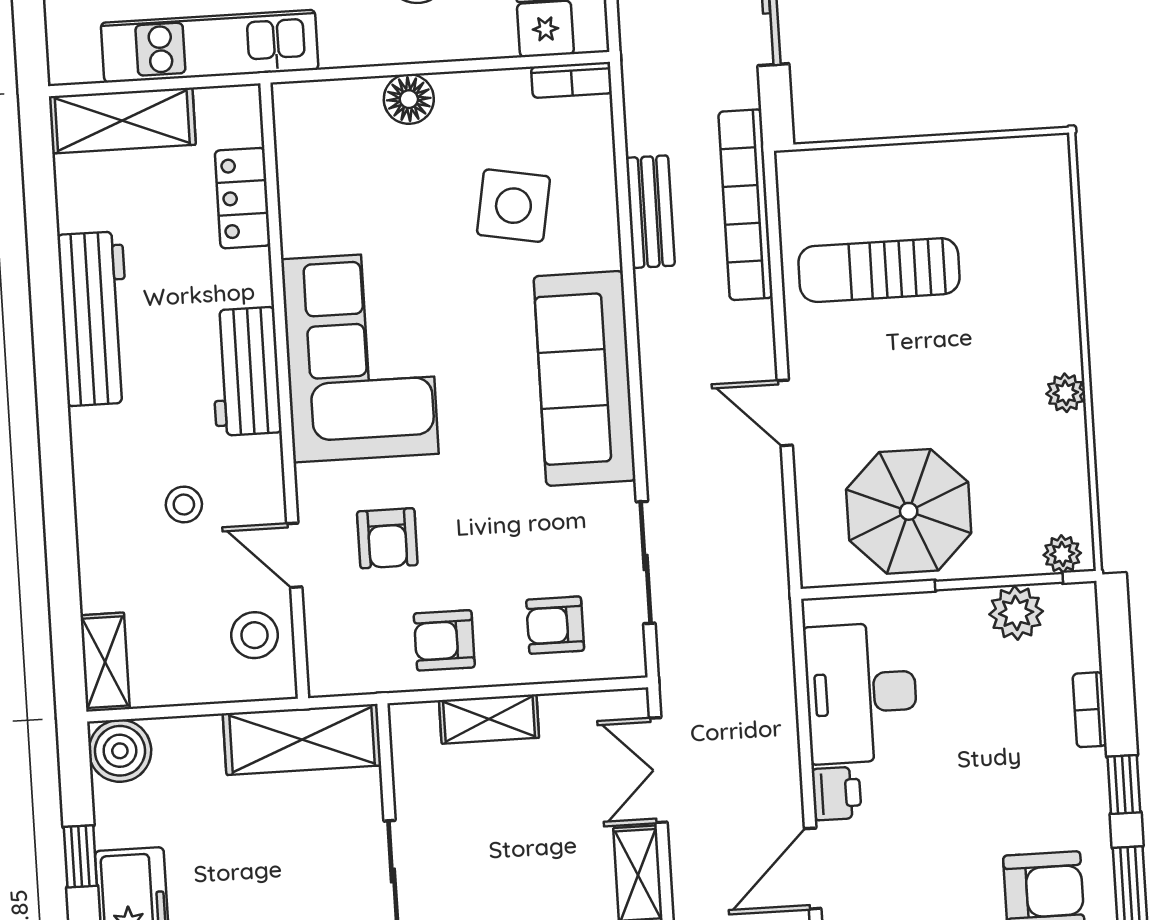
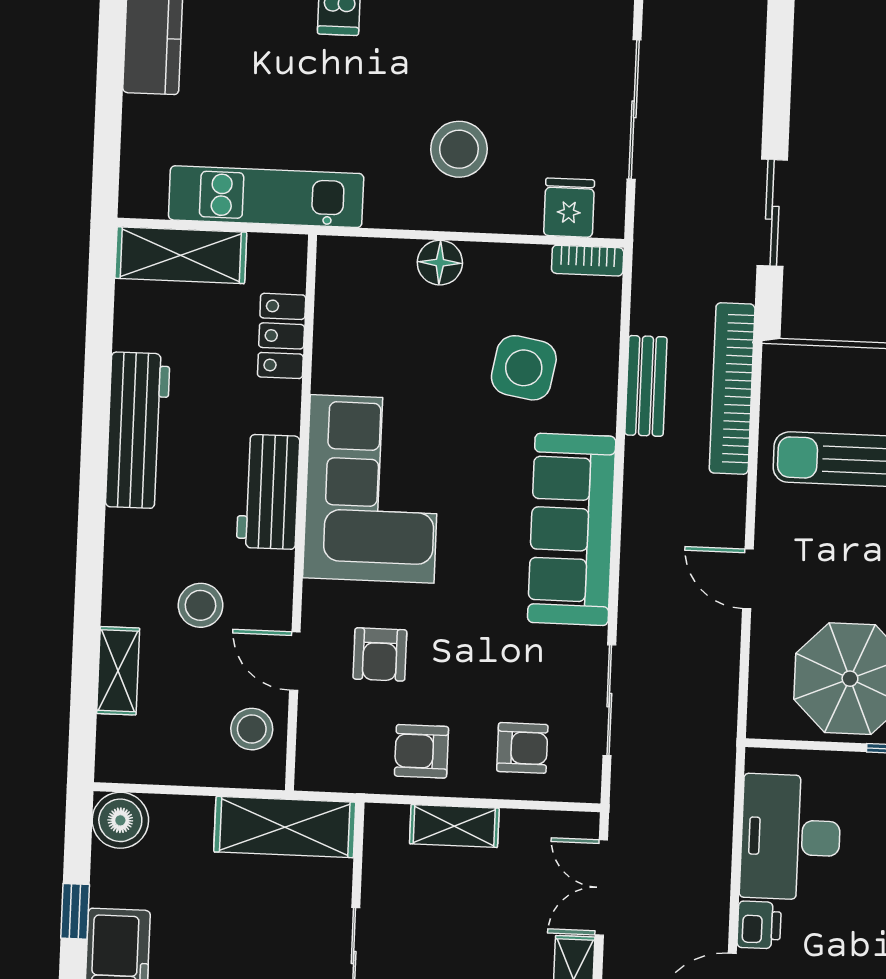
stool: (184, 504) -> (201, 605), width x1.37, depth x1.37
armchair: (555, 625) -> (522, 748), turned 180
shelving: (105, 662) -> (118, 671), moved

